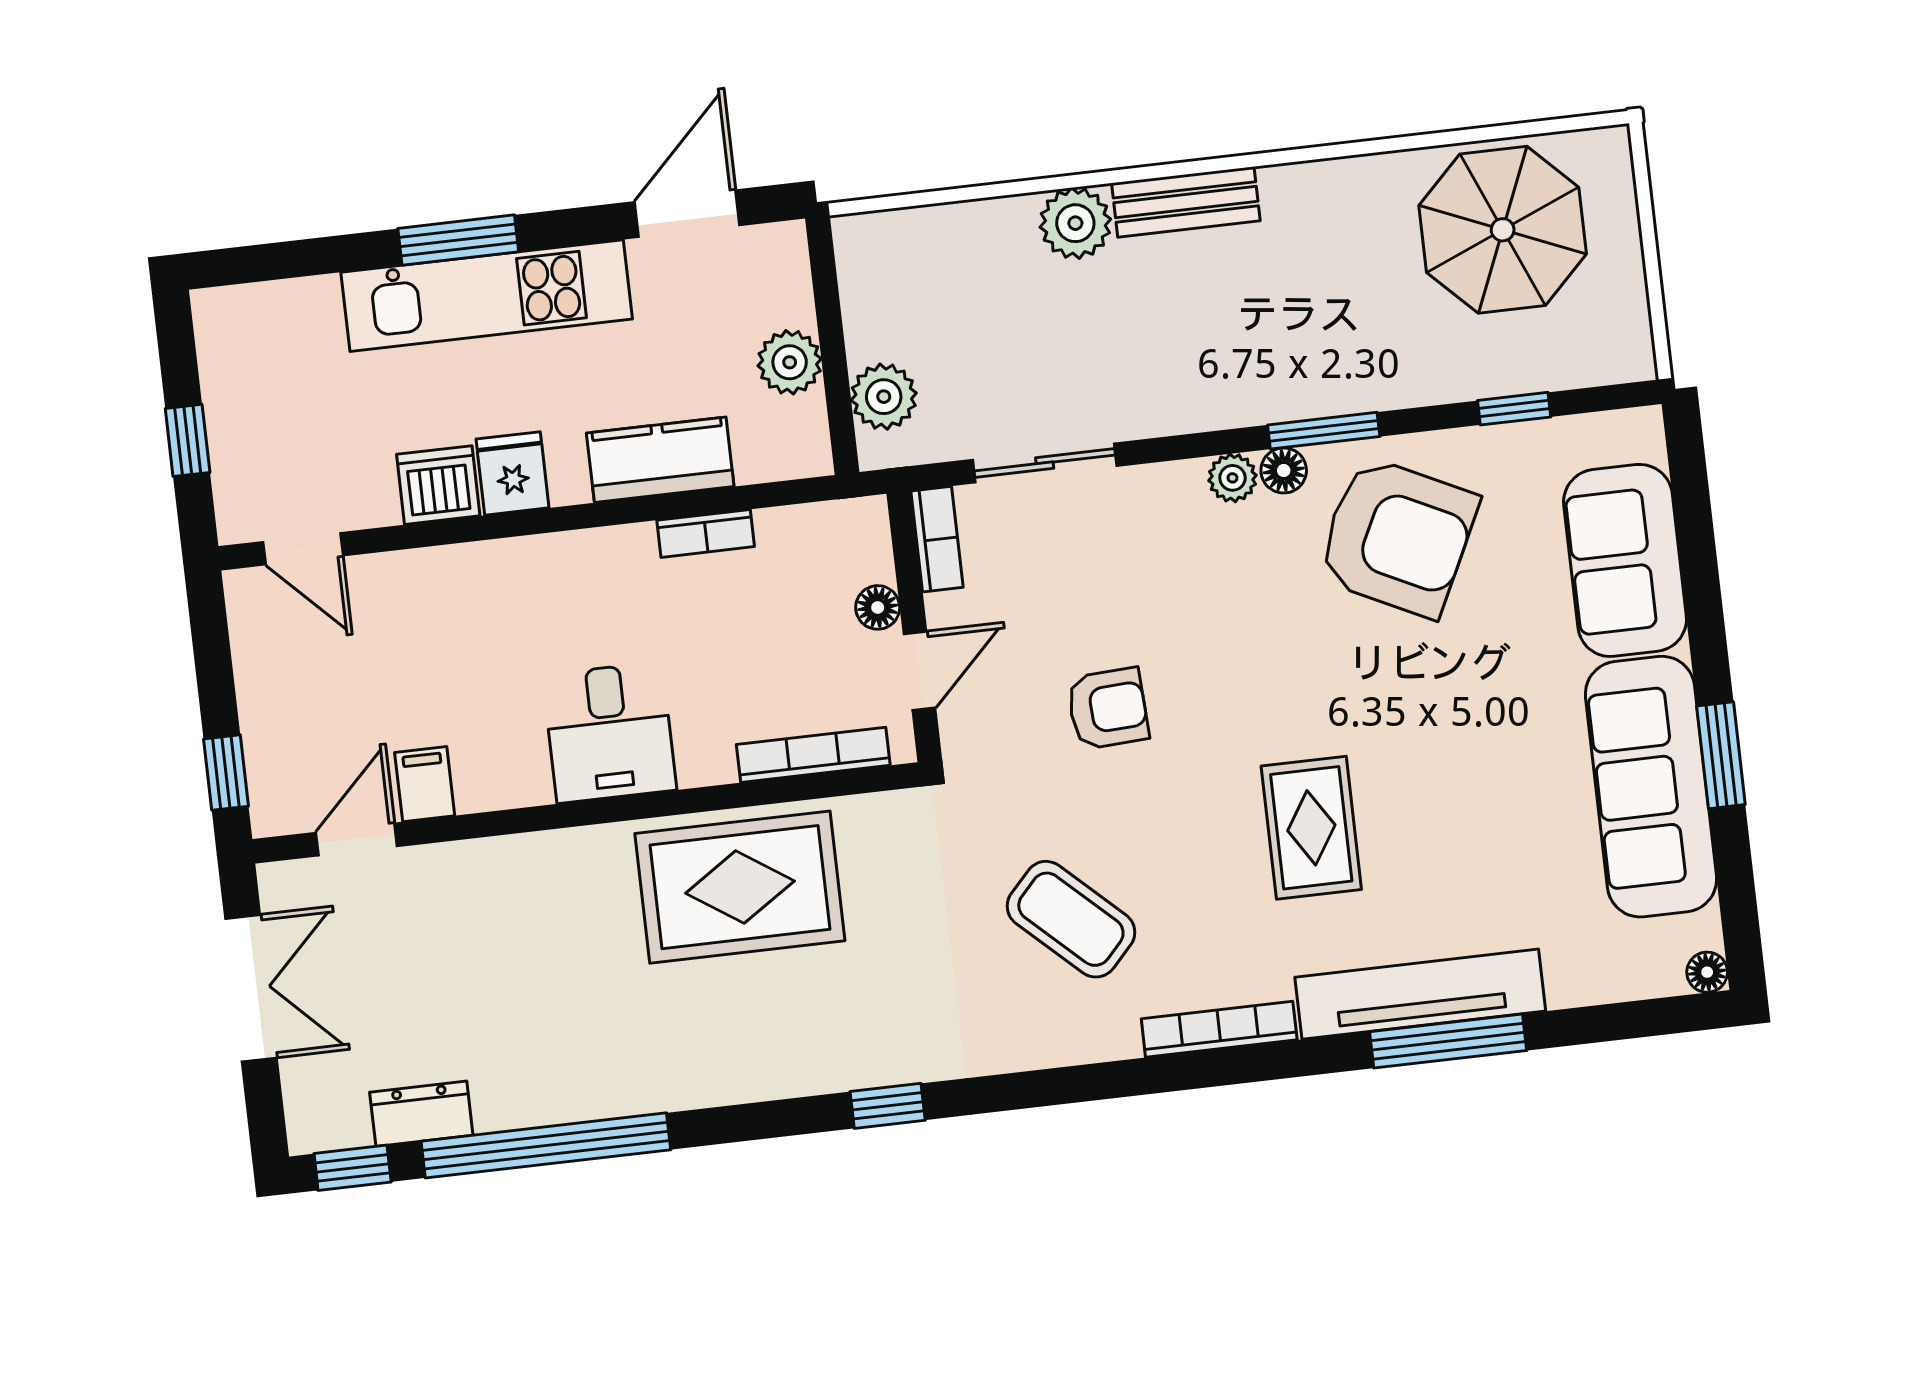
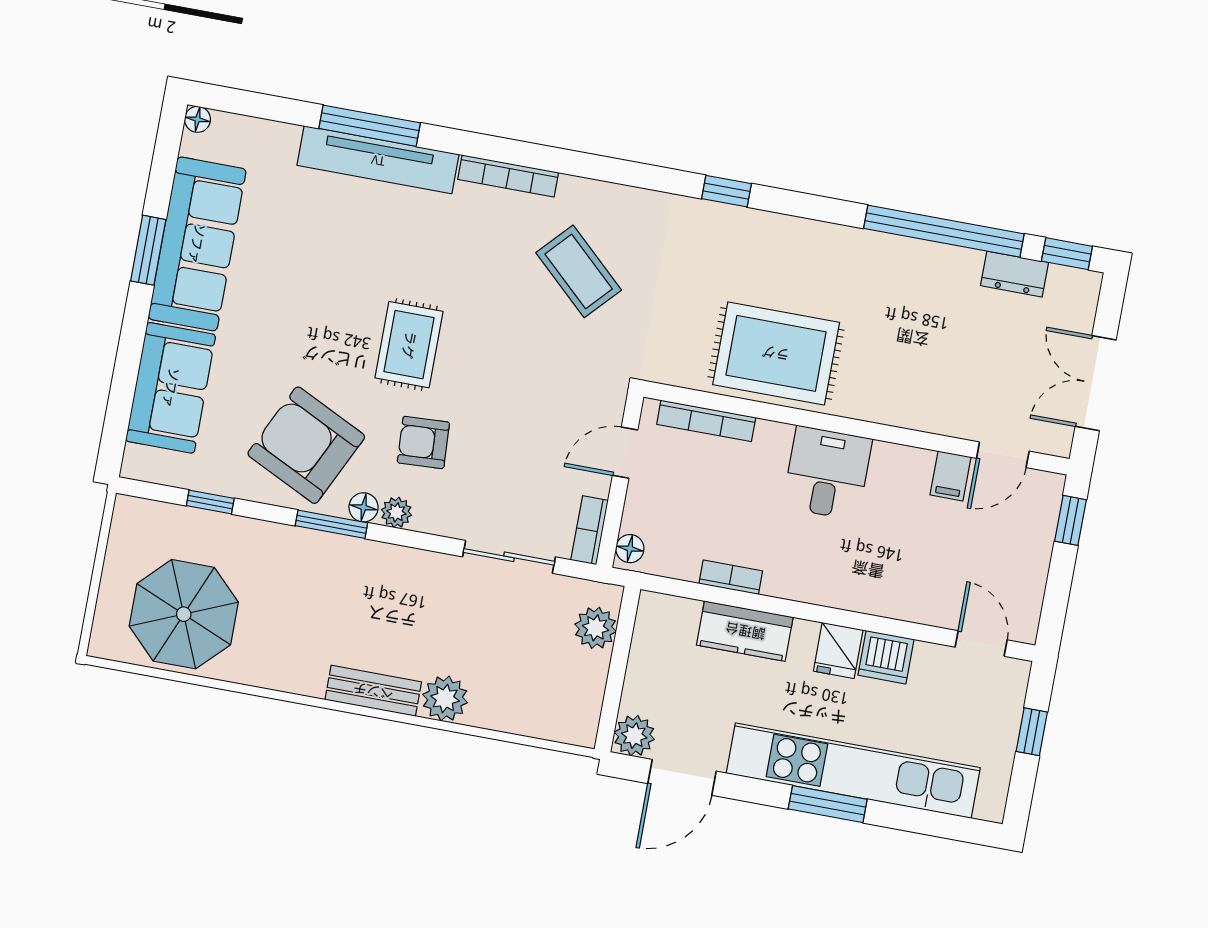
kitchen unit: (487, 296) -> (853, 771), width x1.36
plant: (790, 362) -> (634, 736), moved
floor lamp: (878, 607) -> (630, 549), moved
armchair: (1108, 709) -> (423, 442), moved
rug: (1311, 828) -> (409, 345), moved

